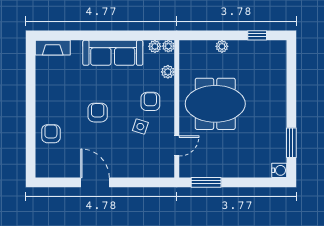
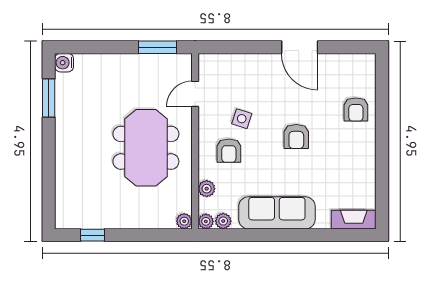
plant: (222, 46) -> (184, 221), moved
meeting table: (215, 104) -> (146, 148), turned 90

